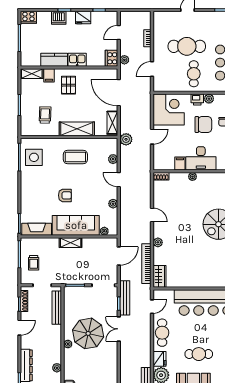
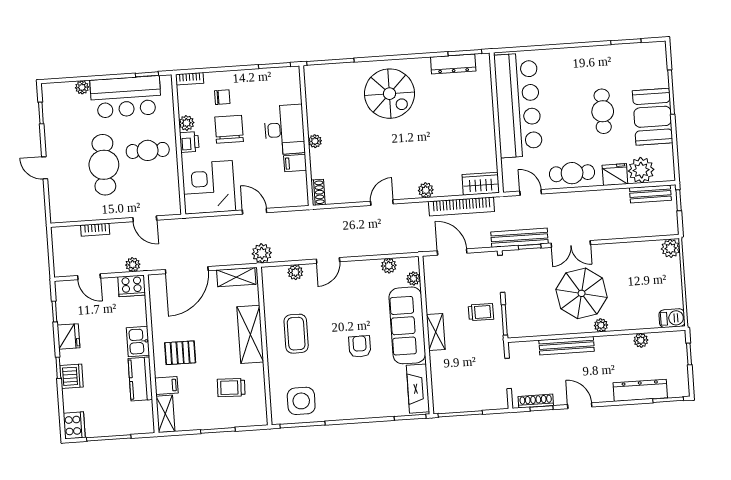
plant: (113, 204) -> (389, 266), moved
trolley: (34, 263) -> (481, 312), moved
bench: (57, 308) -> (567, 346), moved

